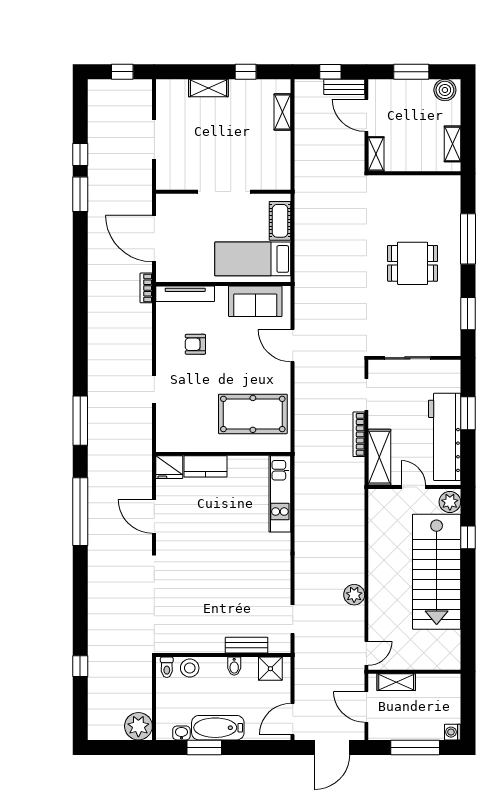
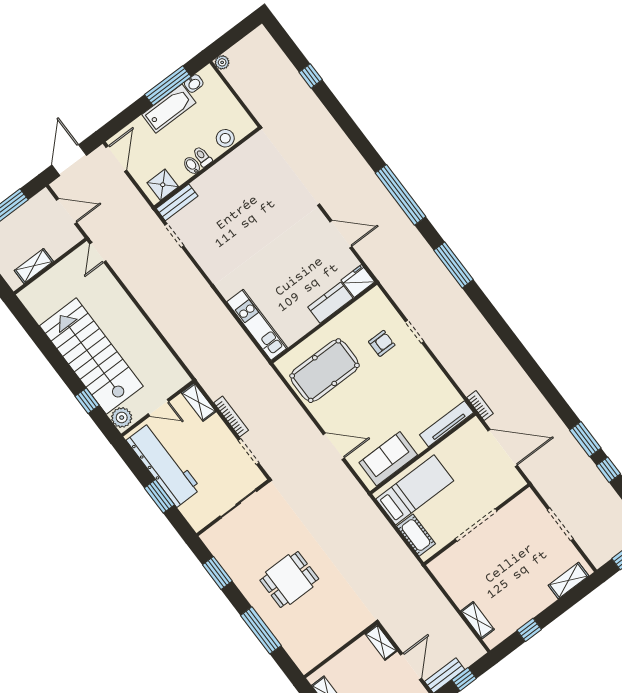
shelving: (208, 88) -> (568, 581), moved
door: (366, 115) -> (411, 667), hinge flipped
armchair: (195, 344) -> (382, 343), moved
shelving: (379, 457) -> (199, 402), width x0.67, depth x0.75
plant: (354, 595) -> (141, 290), removed
bench: (247, 645) -> (177, 202), moved
toilet: (167, 667) -> (202, 157), moved
shelving: (396, 682) -> (34, 266), moved
plant: (138, 726) -> (222, 62), width x0.53, depth x0.53
window: (204, 747) -> (168, 86), width x1.44

